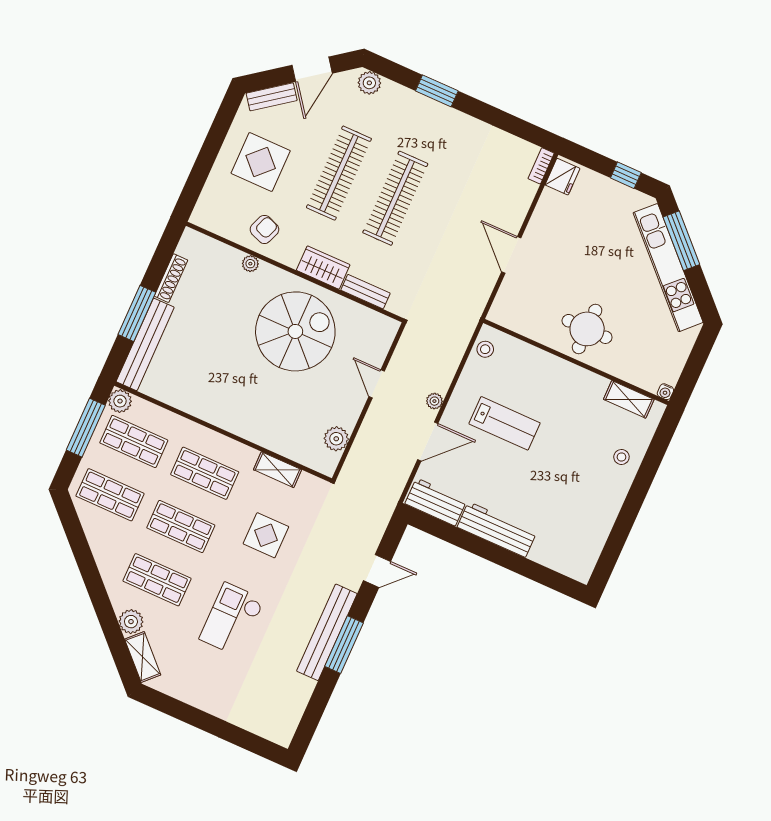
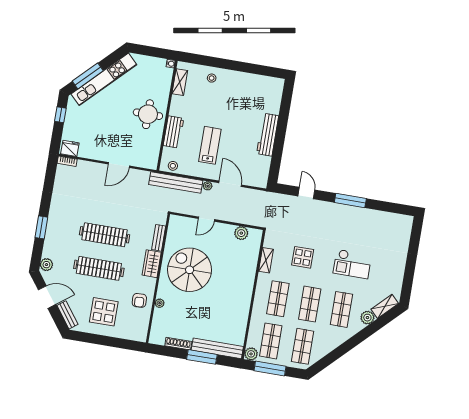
armchair: (264, 229) -> (139, 300), turned -114
workbench: (436, 502) -> (174, 132), moved, turned 180
bench: (327, 632) -> (176, 183), moved

